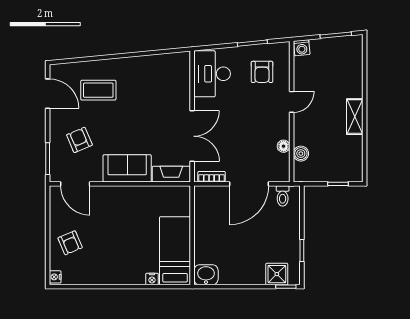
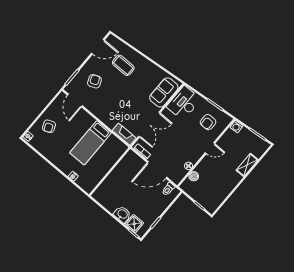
door: (48, 94) -> (98, 47), hinge flipped
shelving: (355, 117) -> (247, 165), moved
sofa: (127, 168) -> (164, 92), moved, turned -90
bed: (175, 251) -> (90, 143), moved, turned 180
washbasin: (206, 275) -> (122, 214), moved

